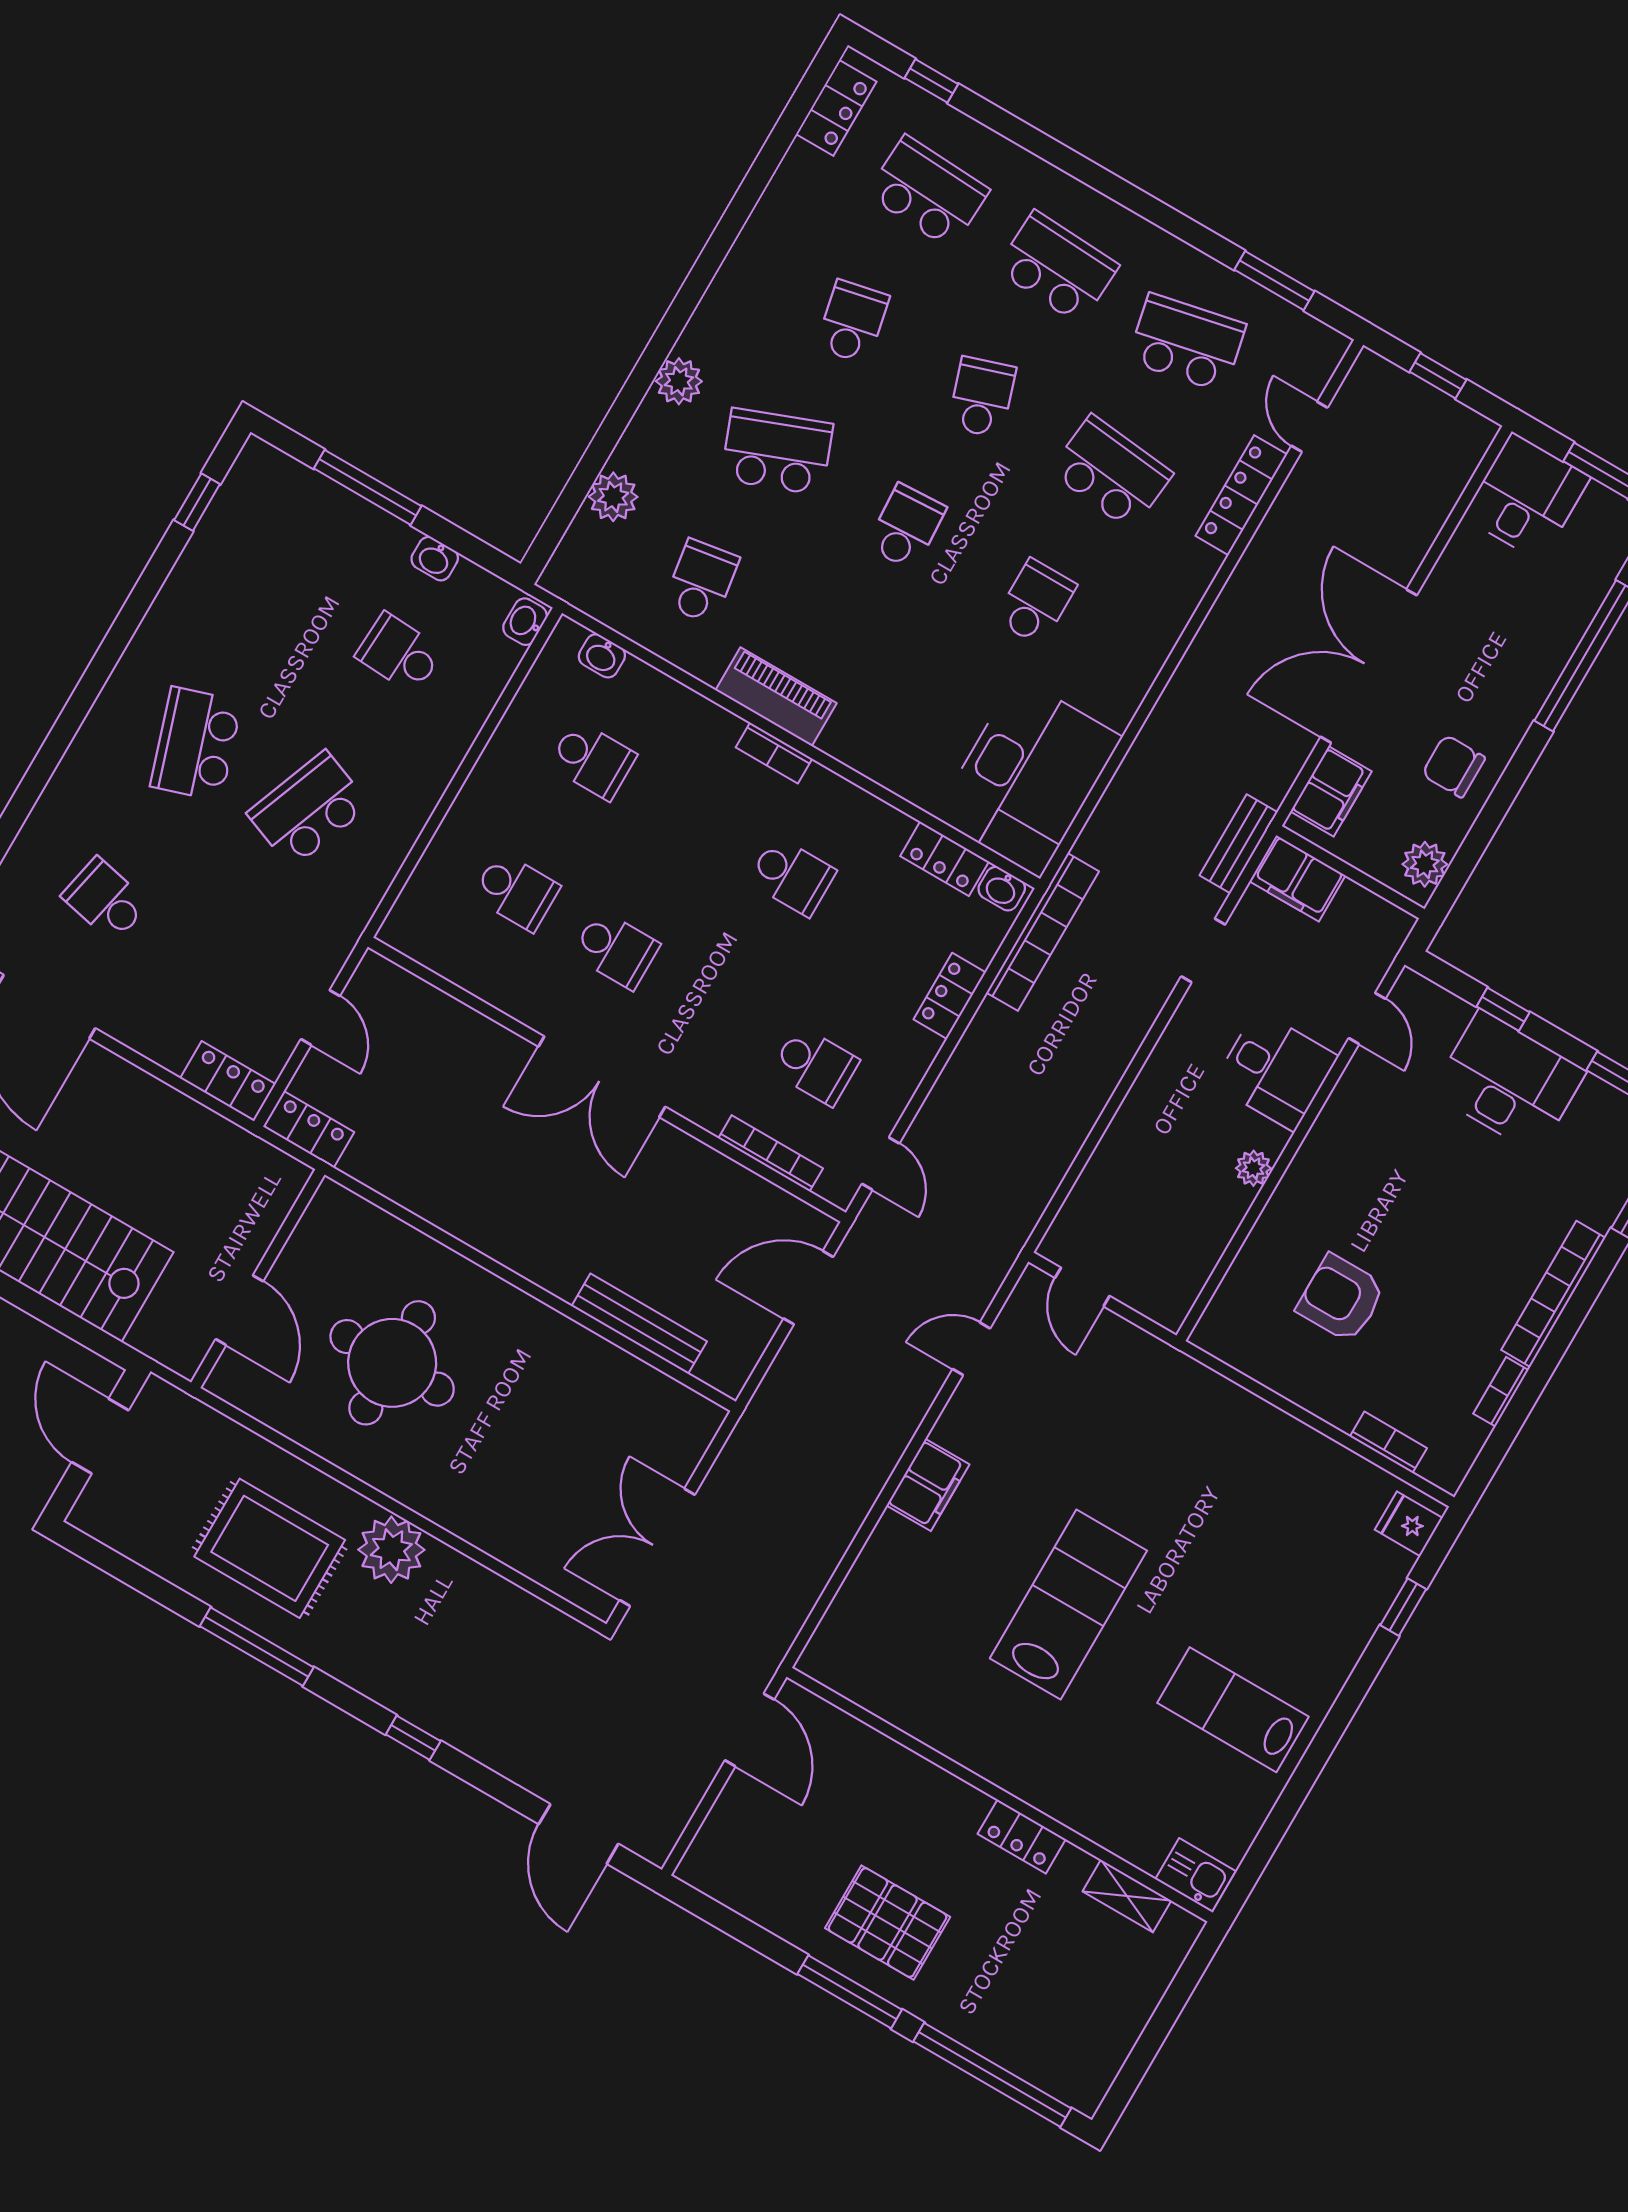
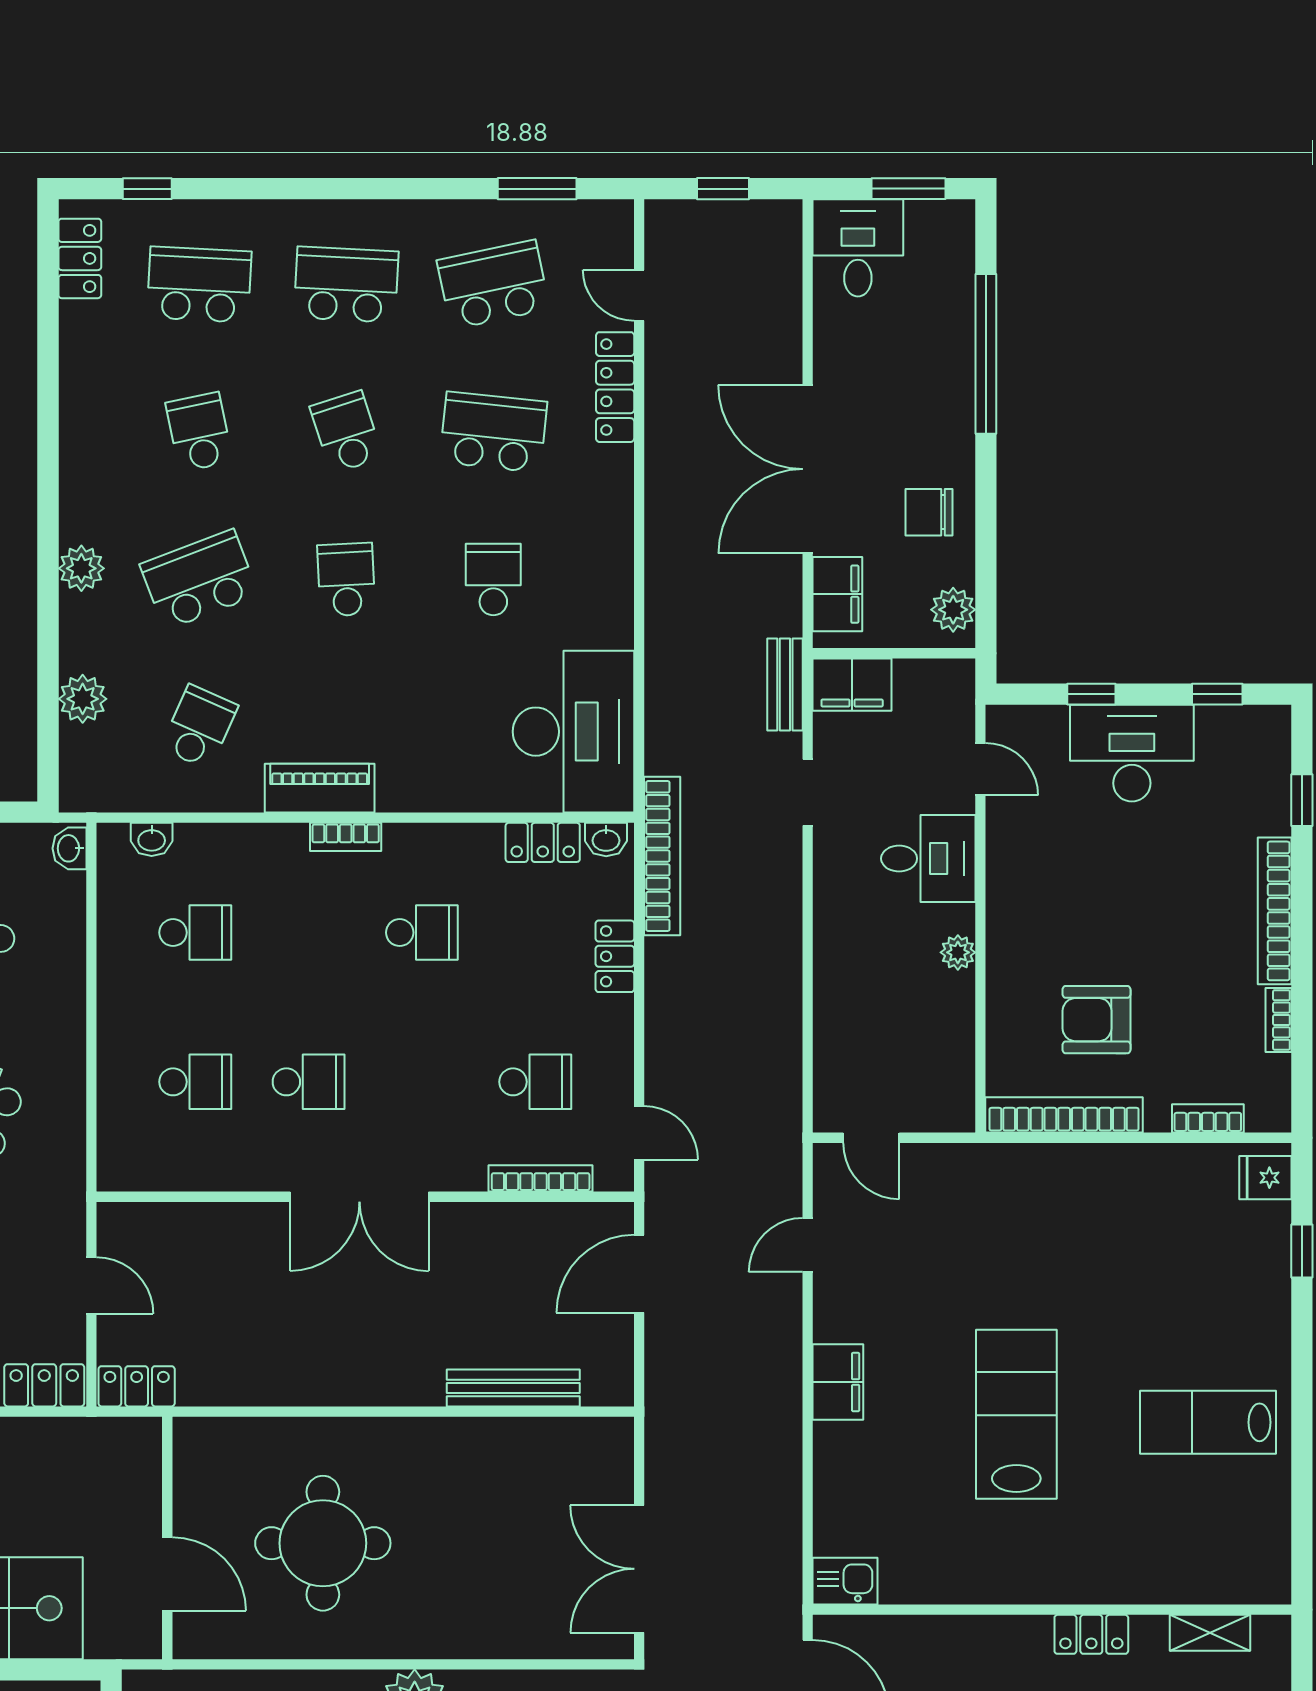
school desk: (701, 581) -> (199, 727), turned 33
bookcase: (1264, 1366) -> (1064, 1115), added
kitchen sink: (1196, 1875) -> (845, 1581), moved

